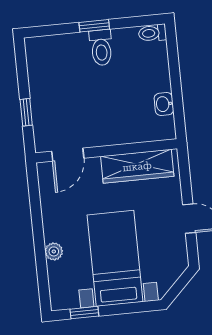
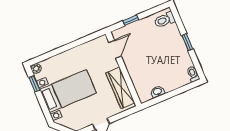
toilet: (101, 48) -> (165, 20), moved
door: (68, 155) -> (115, 49), swing flipped
plant: (54, 251) -> (36, 68), moved

